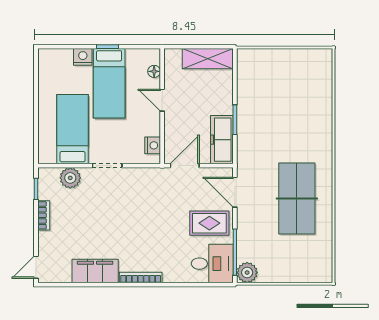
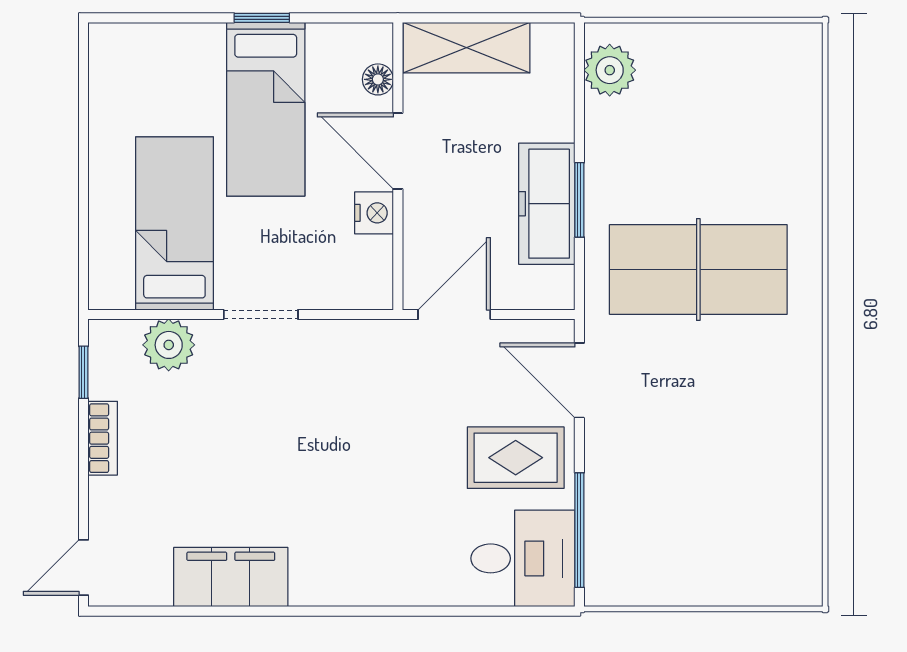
nightstand: (83, 57) -> (200, 43), removed
shelving: (208, 59) -> (467, 48), moved
door: (162, 100) -> (398, 151), width x1.38
freezer: (222, 140) -> (547, 204), moved
nightstand: (153, 145) -> (374, 213), moved
table tennis table: (297, 198) -> (698, 270), moved, turned 90
plant: (247, 273) -> (610, 70), moved
bookcase: (141, 278) -> (344, 593), removed

